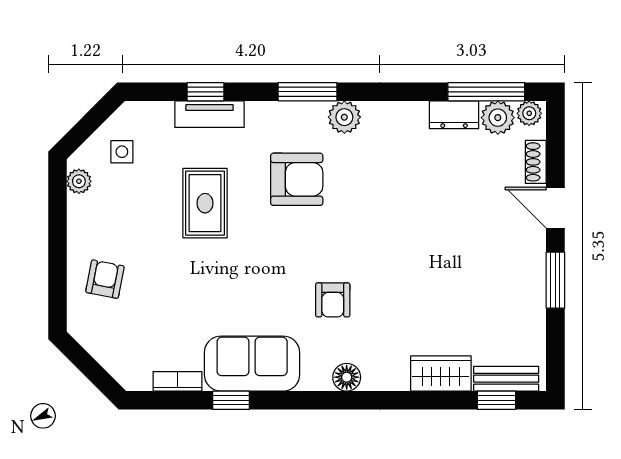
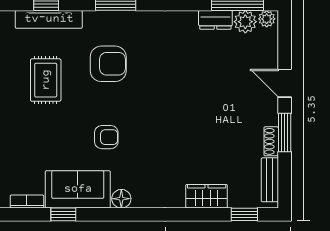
tv unit: (209, 114) -> (49, 19), width x1.41
plant: (344, 117) -> (141, 21), removed
shoe rack: (536, 162) -> (271, 141), moved
armchair: (333, 300) -> (106, 137), moved, turned -90
floor lamp: (347, 377) -> (121, 199), moved
bench: (506, 379) -> (270, 180), moved, turned 90

